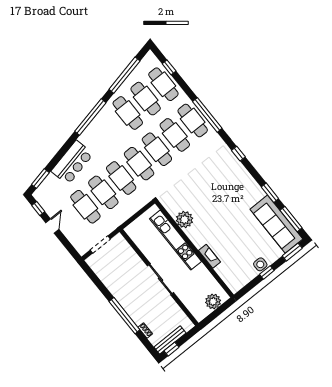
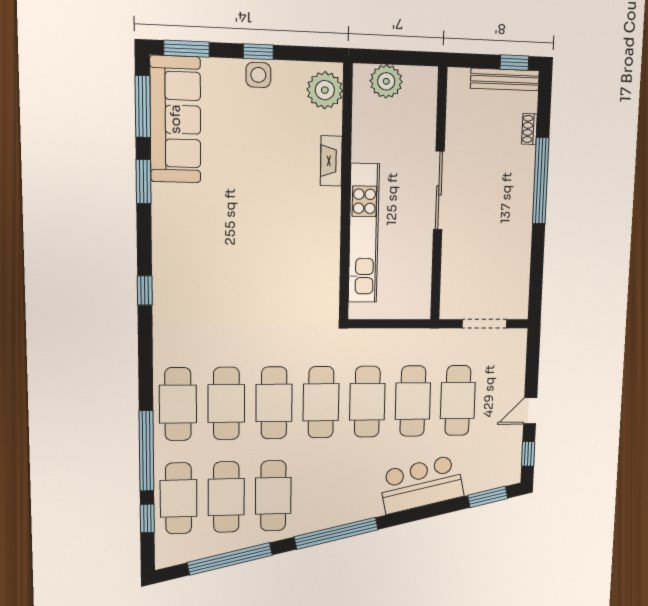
window: (207, 115) -> (146, 451), moved
plant: (184, 220) -> (325, 90), moved

